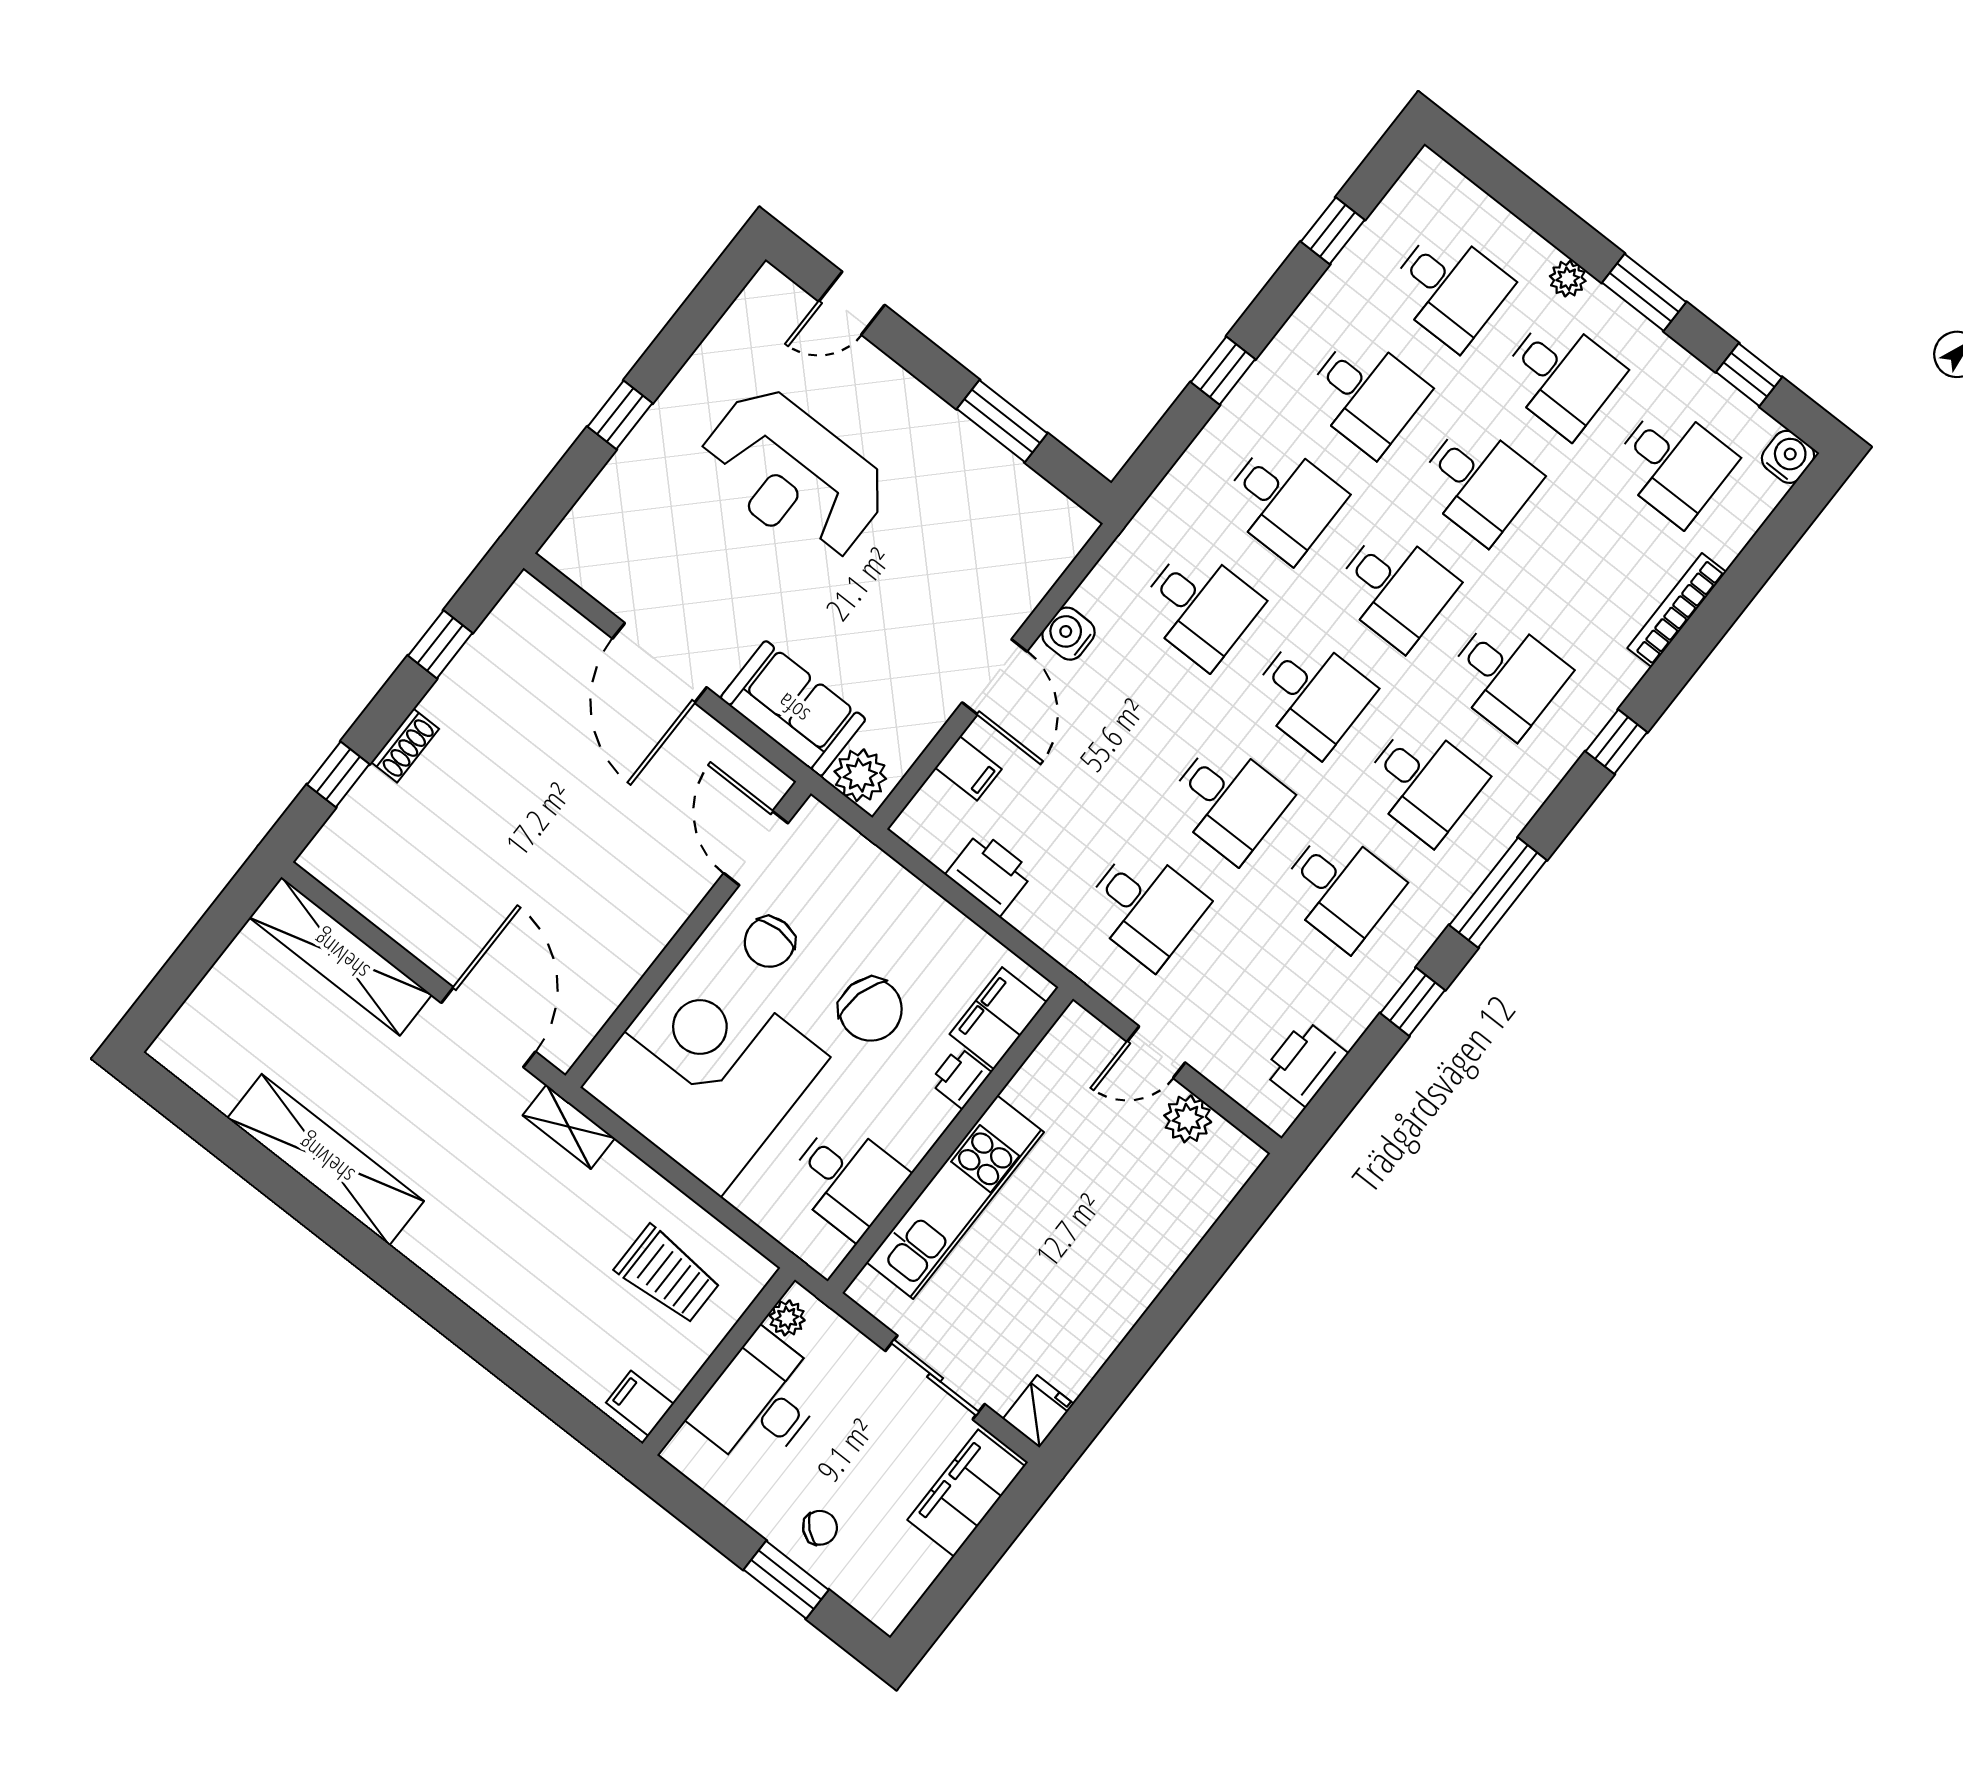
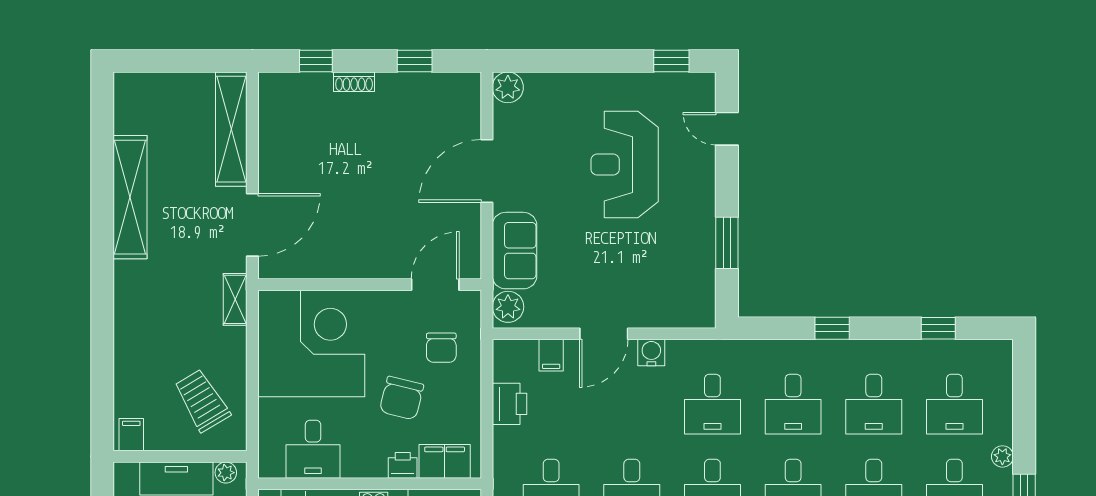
window: (620, 415) -> (671, 61), moved
plant: (571, 549) -> (508, 87), added
chair: (769, 942) -> (441, 348), moved, turned -90
trolley: (668, 1275) -> (202, 401), turned 149

